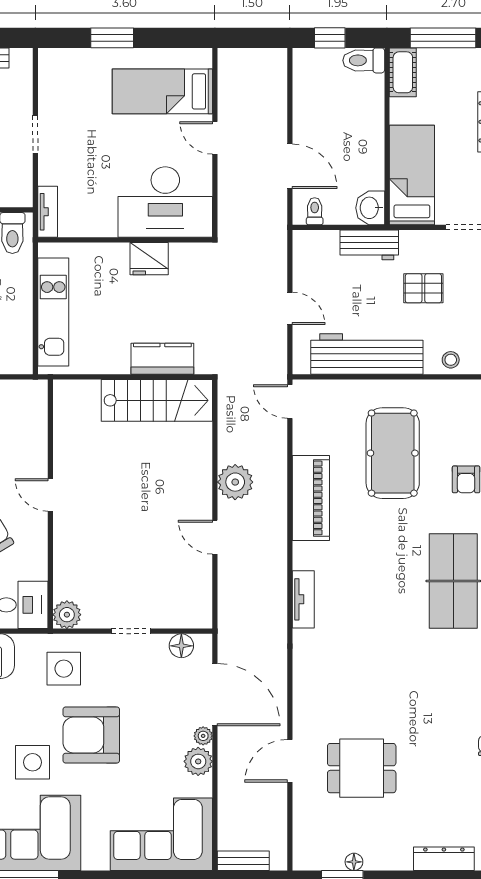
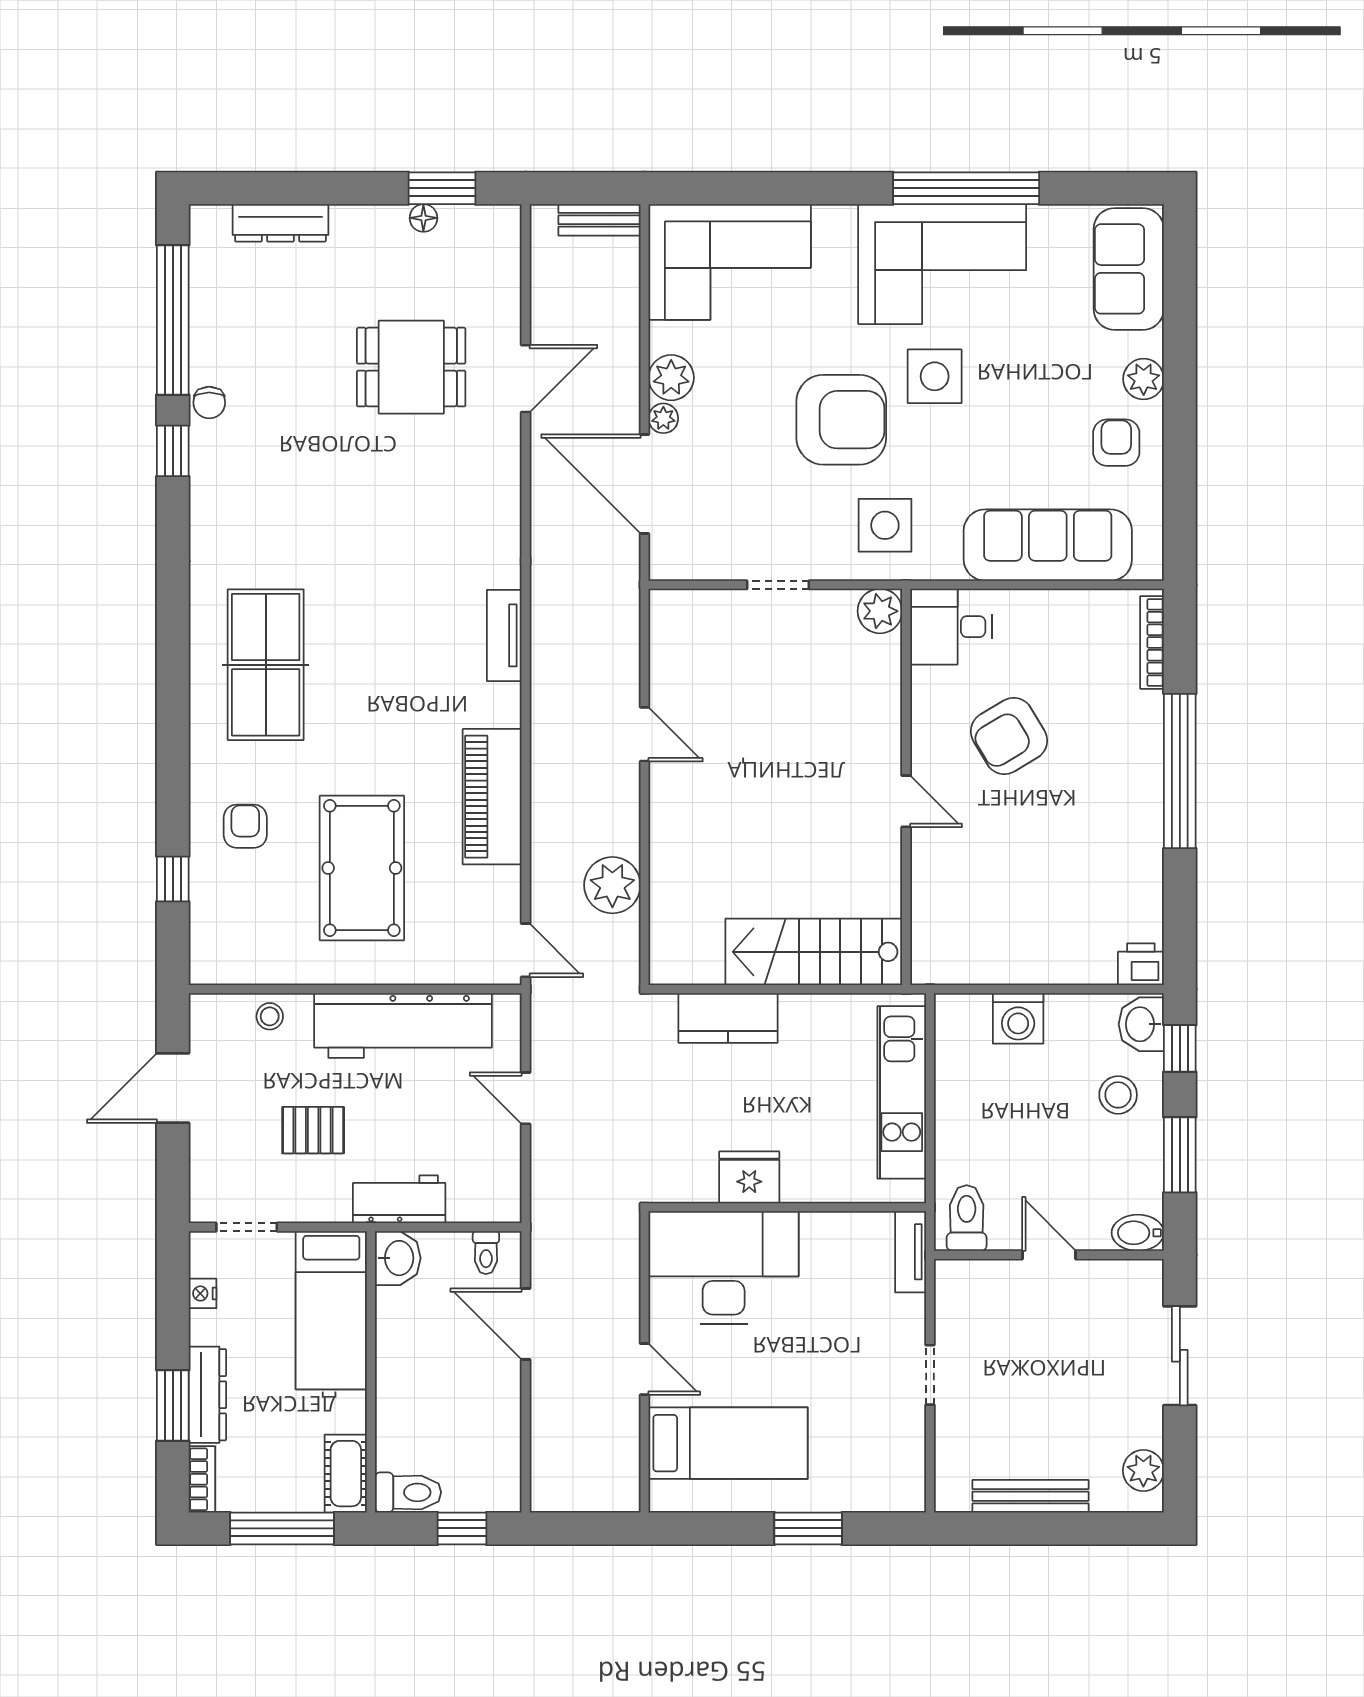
stairs: (157, 400) -> (814, 952), moved
plant: (235, 482) -> (612, 885), moved
floor lamp: (181, 646) -> (698, 562), removed

